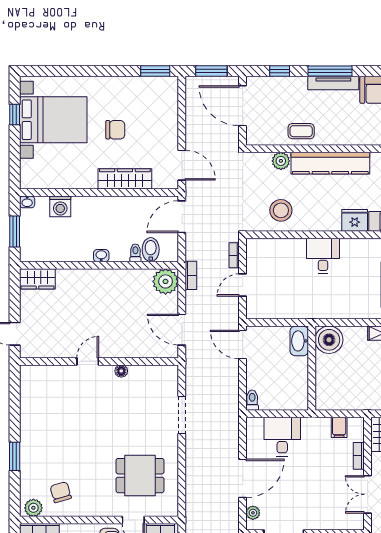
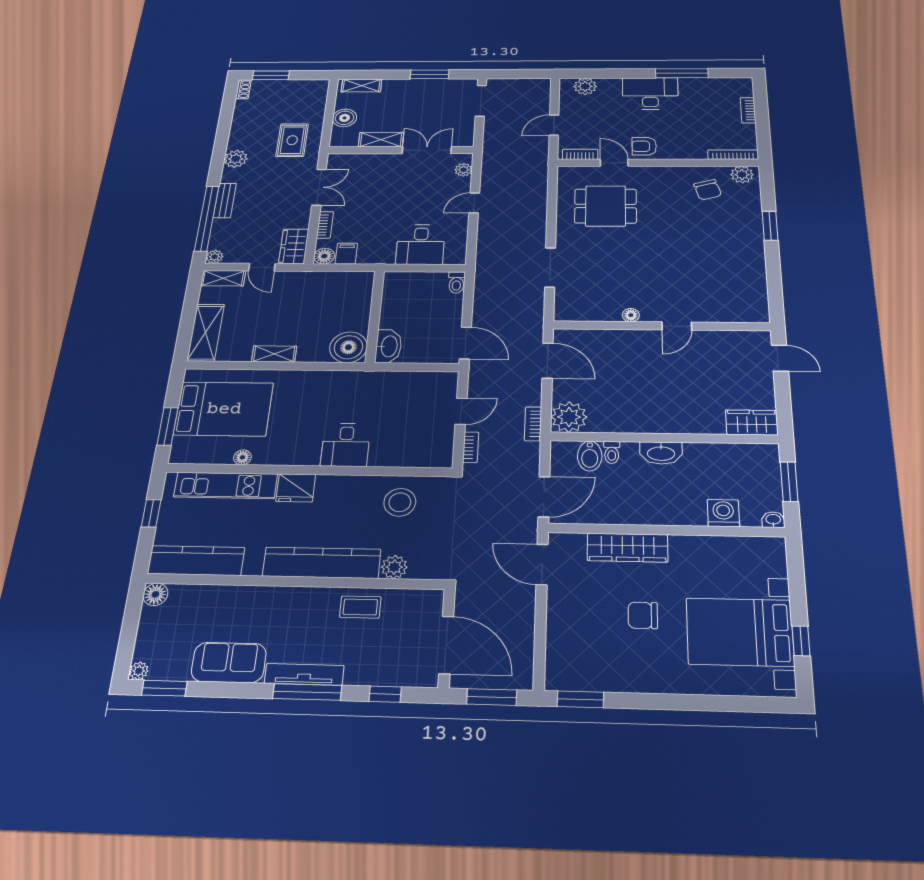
washbasin: (101, 256) -> (661, 453), width x1.91, depth x1.45
floor lamp: (356, 425) -> (324, 256), added
door: (243, 478) -> (474, 203), width x0.53

